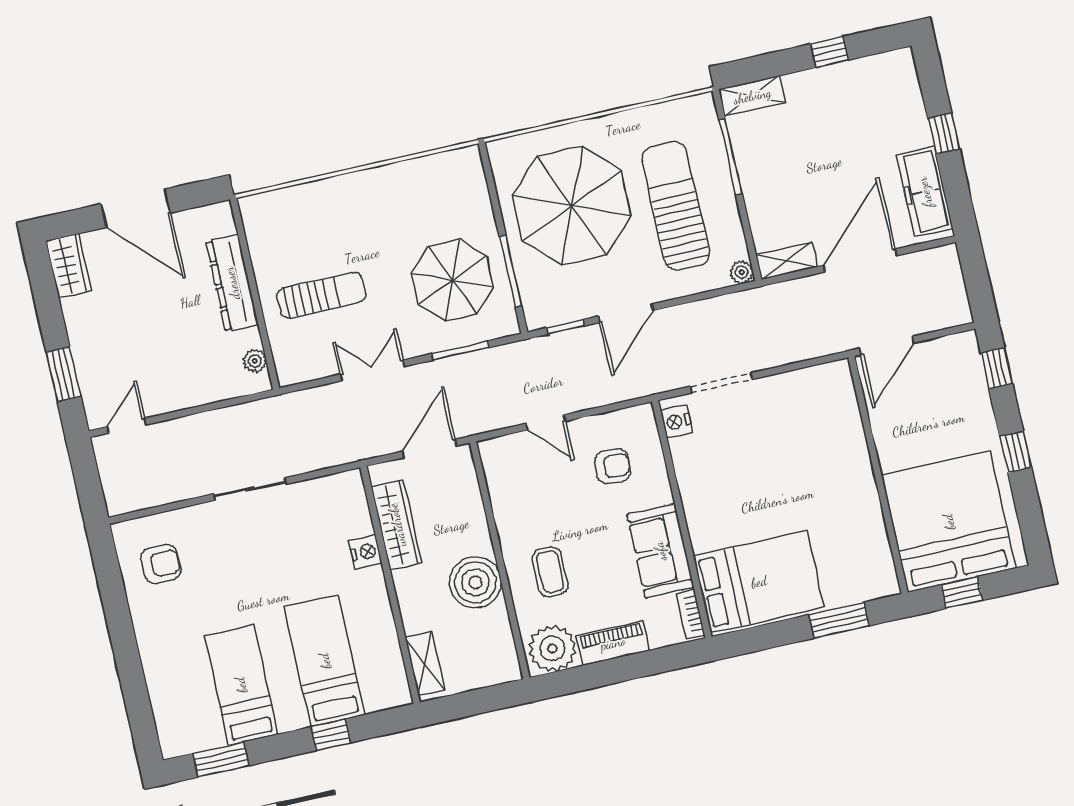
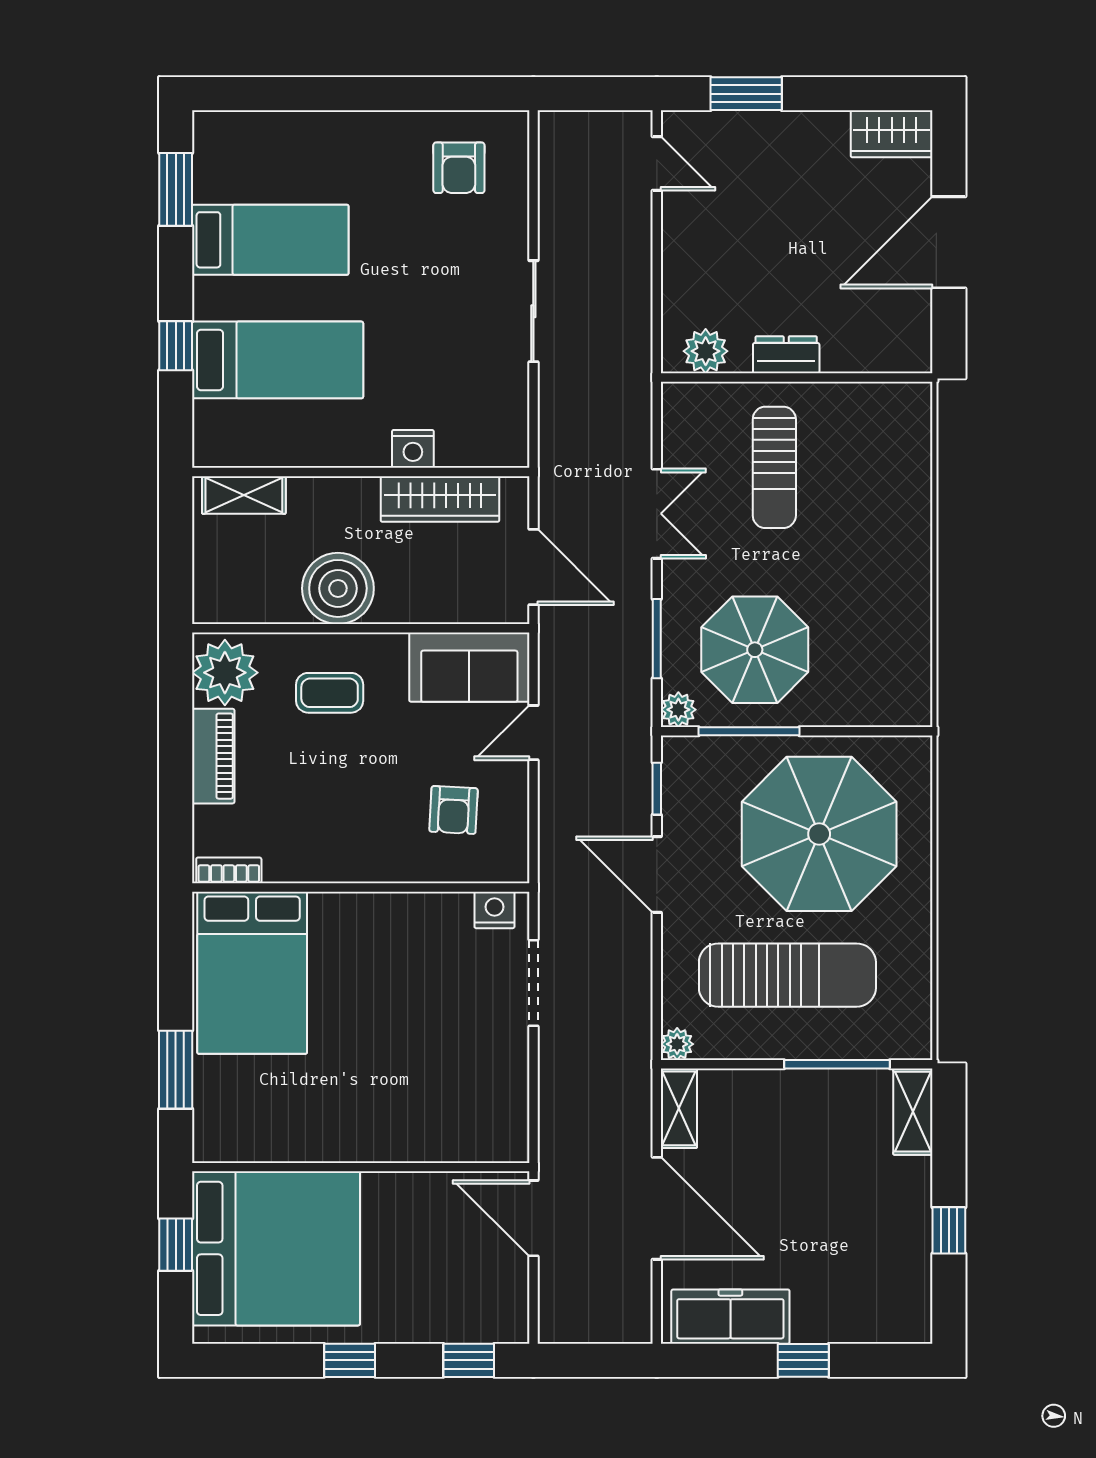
dresser: (232, 283) -> (786, 355), width x0.51, depth x0.80
plant: (507, 324) -> (678, 710), added
plant: (255, 361) -> (706, 351), width x1.38, depth x1.38
sofa: (660, 551) -> (469, 667), moved, turned 180

